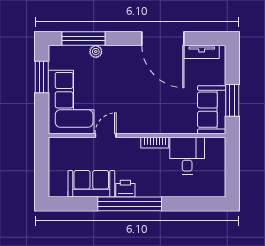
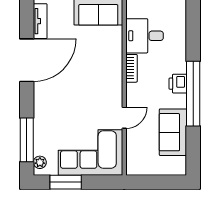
plant: (96, 52) -> (40, 162), moved
door: (106, 135) -> (124, 118), swing flipped
printer: (125, 189) -> (178, 84), moved

